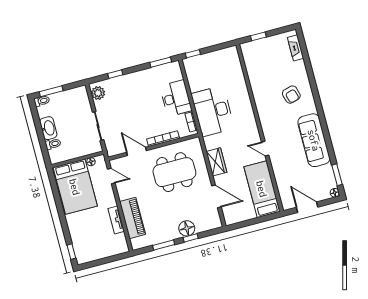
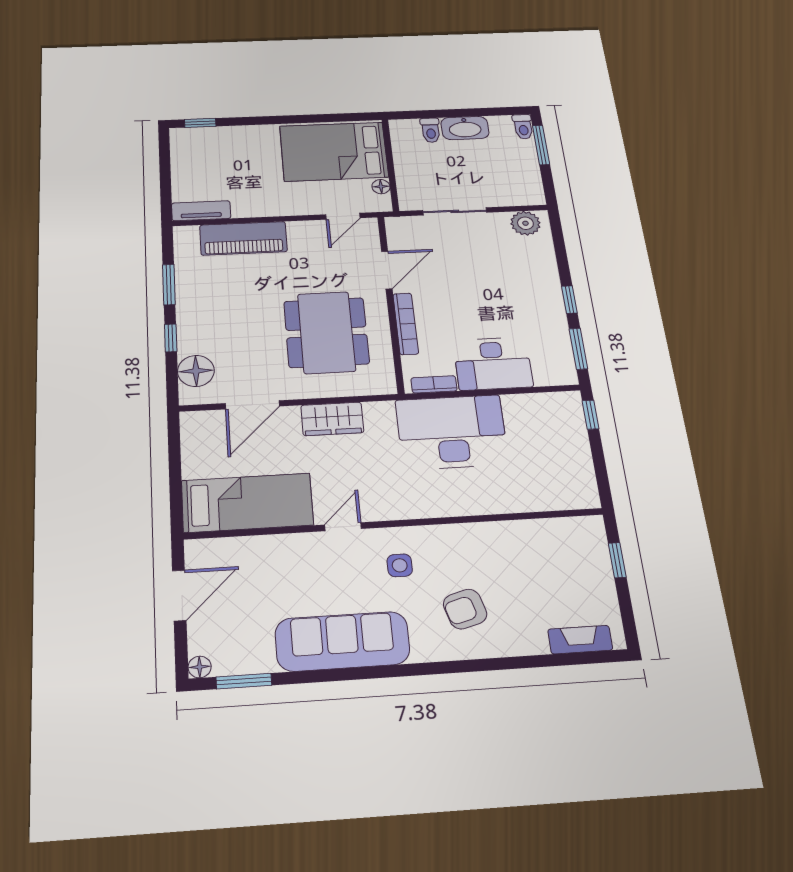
window: (115, 74) -> (569, 300), moved
side table: (278, 123) -> (400, 565), added
tv unit: (116, 220) -> (201, 211), moved
floor lamp: (187, 228) -> (196, 371), moved

